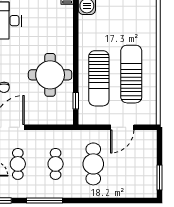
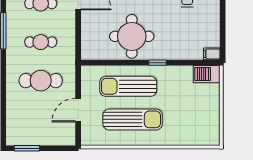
window: (76, 101) -> (157, 63), moved
door: (122, 127) -> (78, 110), hinge flipped

